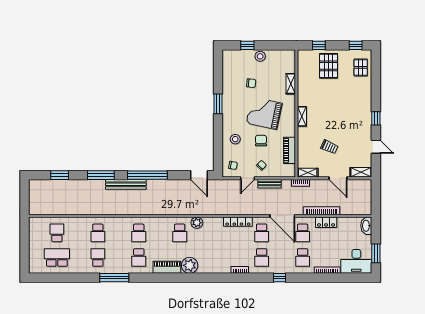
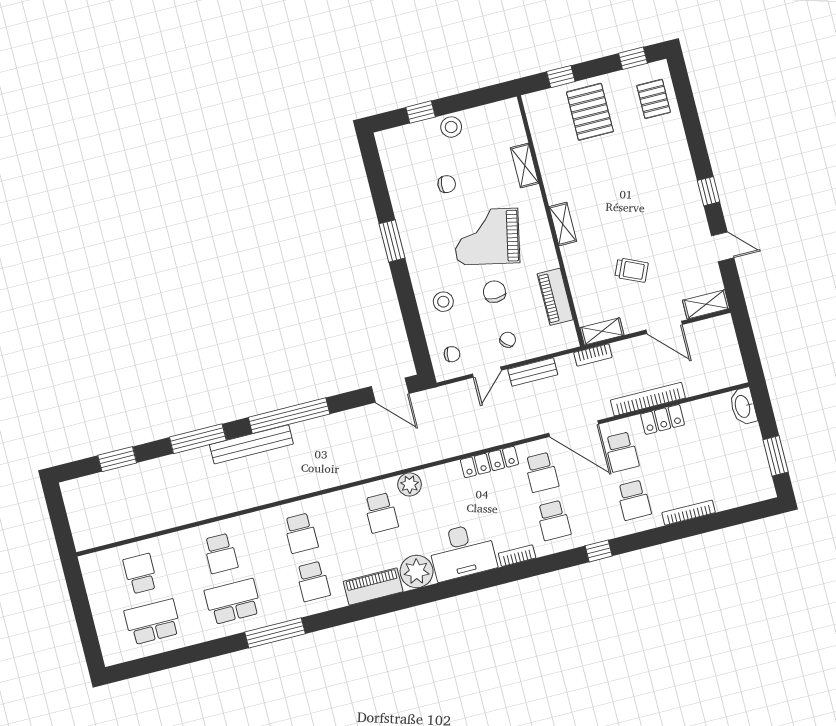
school desk: (98, 257) -> (233, 602), width x1.85
desk: (356, 261) -> (462, 552), moved

